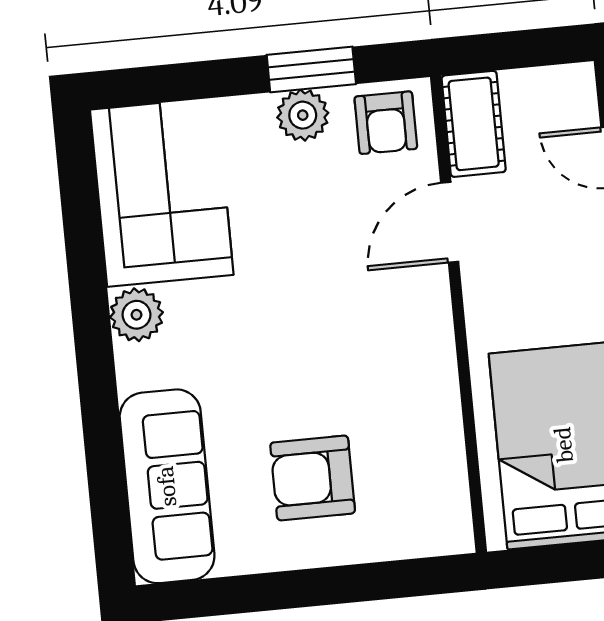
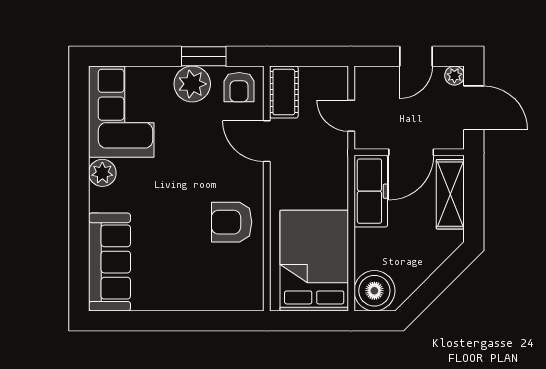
plant: (303, 115) -> (192, 84), width x1.36, depth x1.36
door: (450, 222) -> (267, 141), hinge flipped
armchair: (313, 478) -> (232, 222), moved

